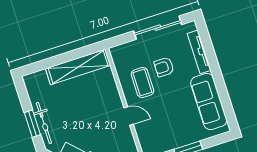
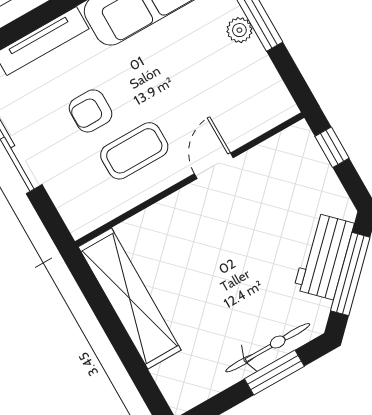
armchair: (164, 67) -> (91, 111), turned 90
plant: (186, 140) -> (239, 30), added

